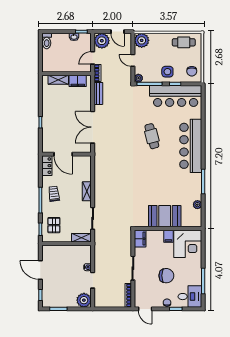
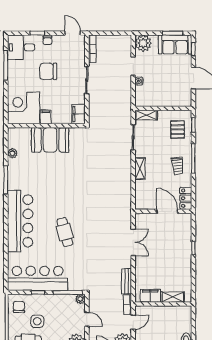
side table: (167, 72) -> (37, 321), moved
double door: (93, 127) -> (133, 242), width x0.73
sofa: (56, 299) -> (175, 44), added

